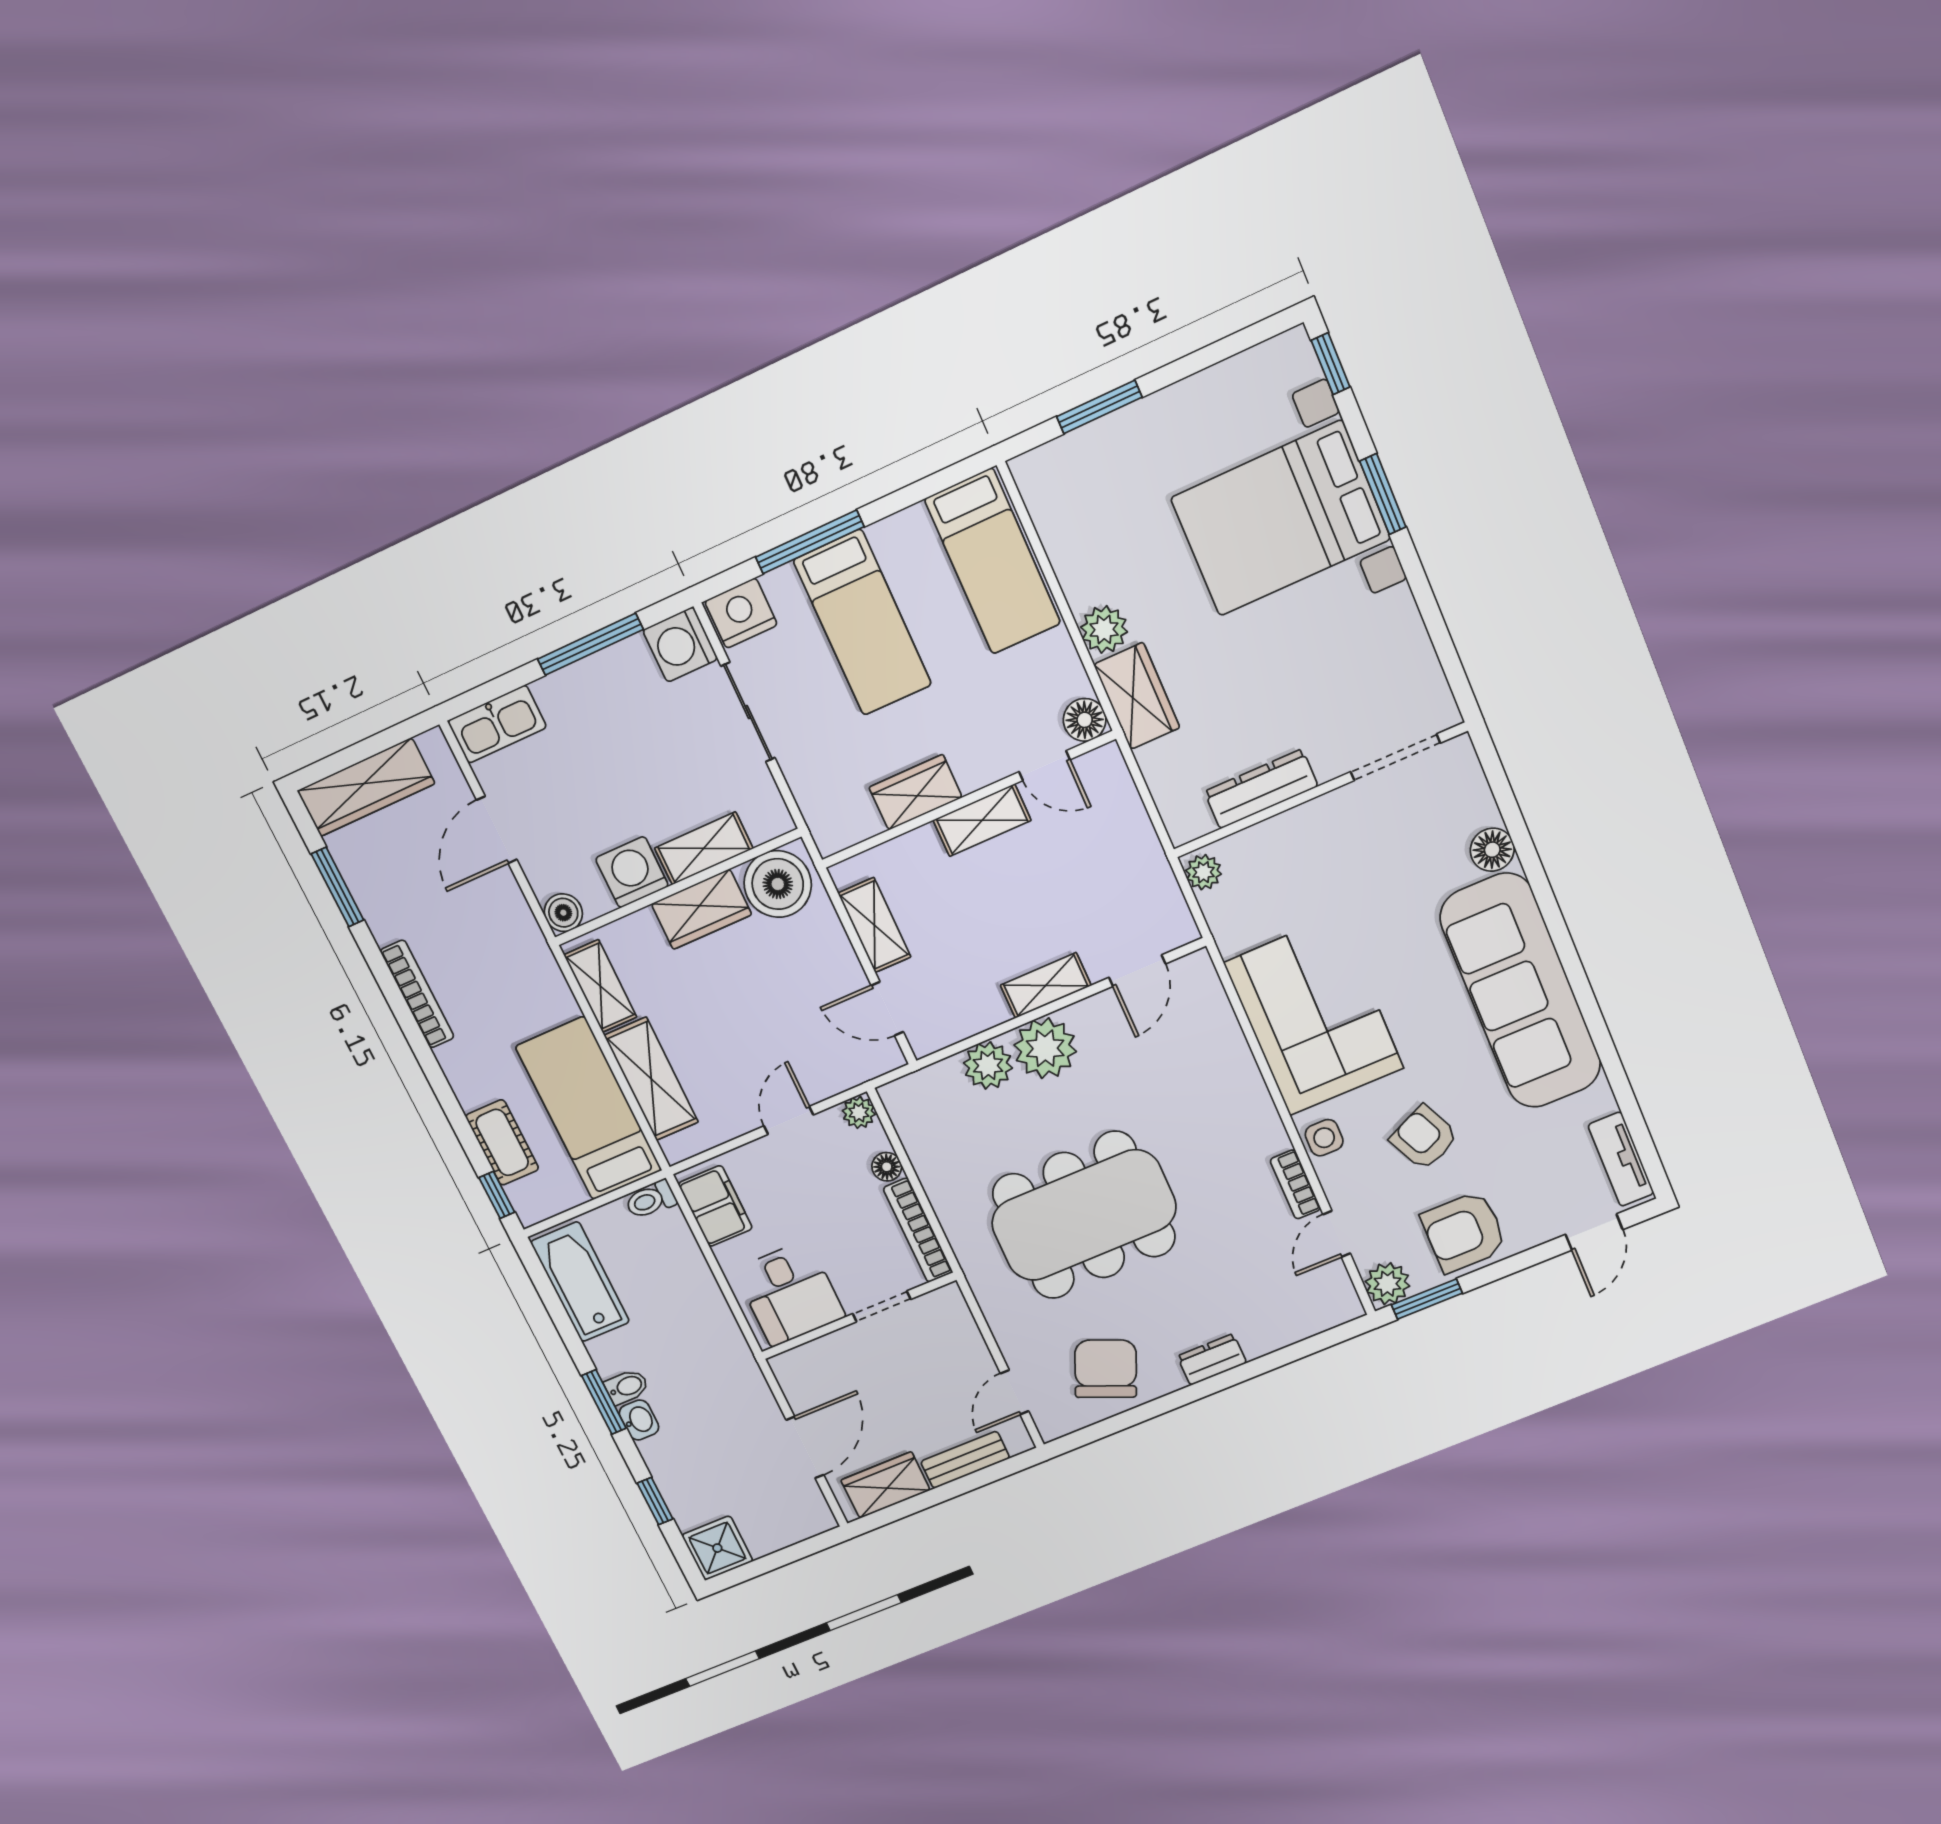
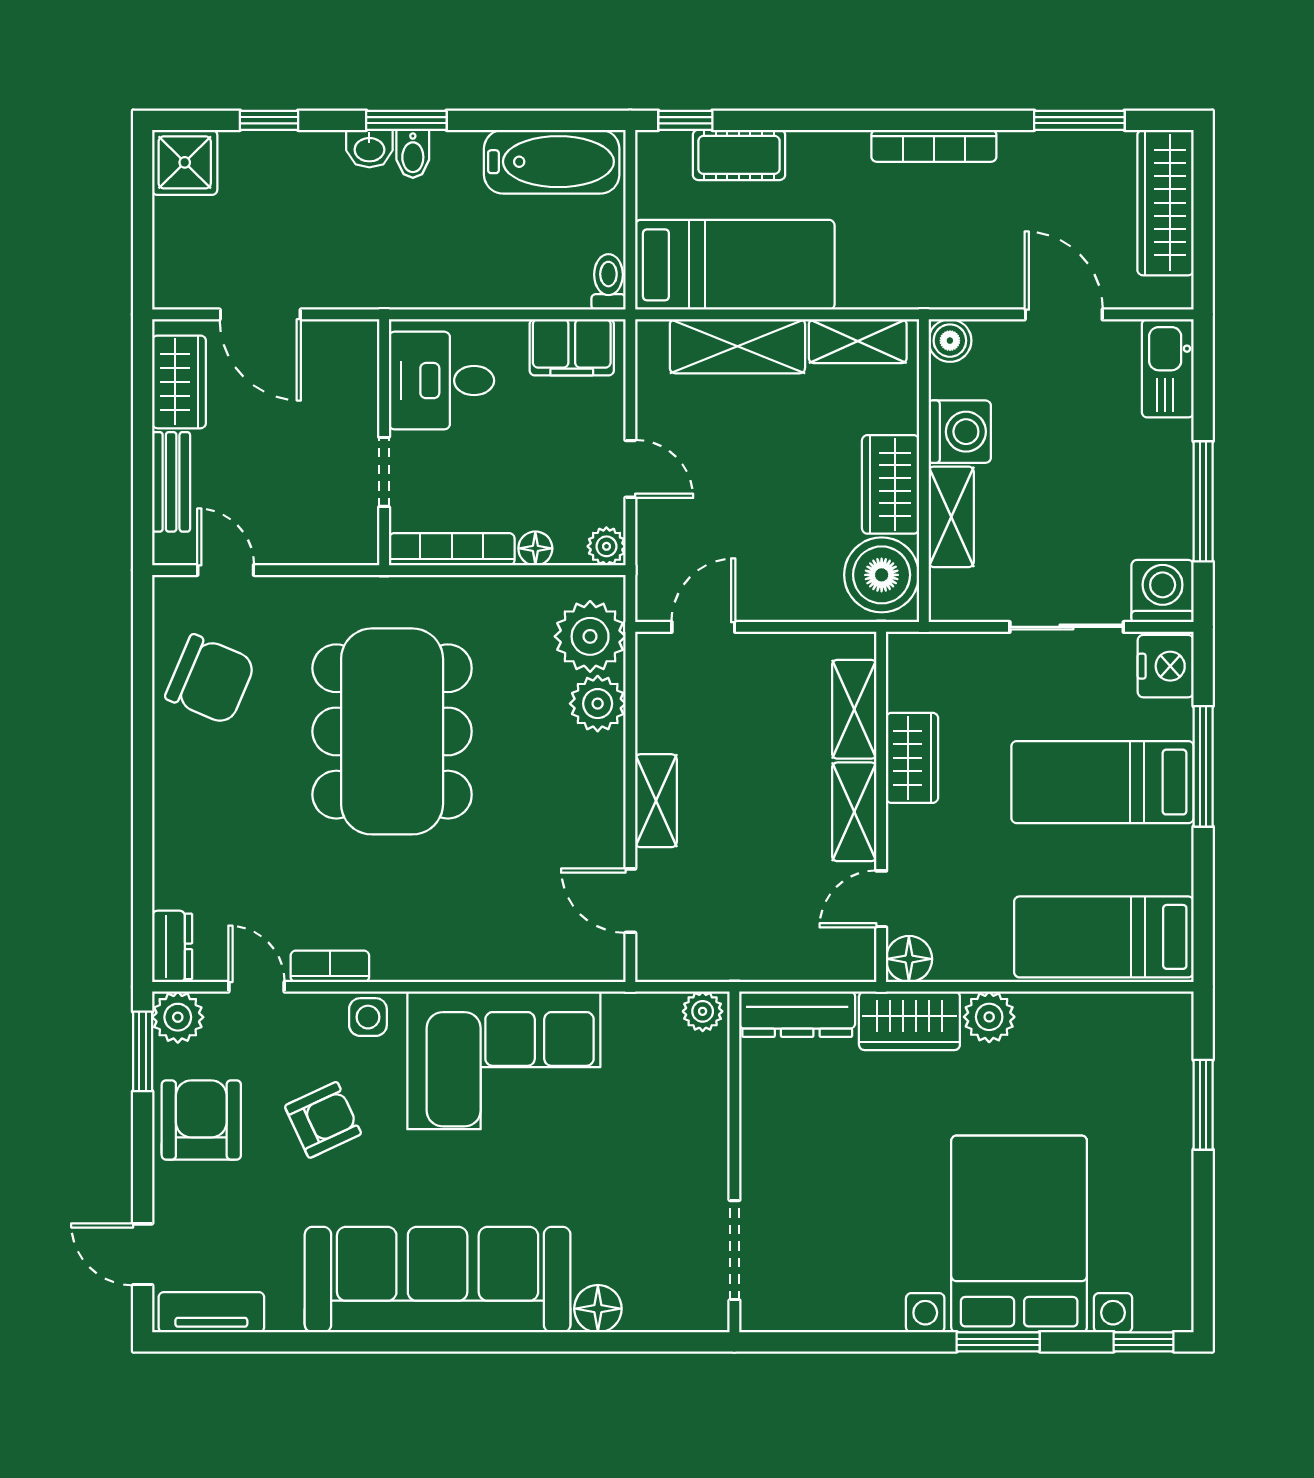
dresser: (1261, 789) -> (797, 1014), moved, turned 90
shelving: (874, 925) -> (854, 709), moved, turned 90
plant: (1045, 1048) -> (590, 636), moved
dresser: (1212, 1359) -> (172, 946), moved

